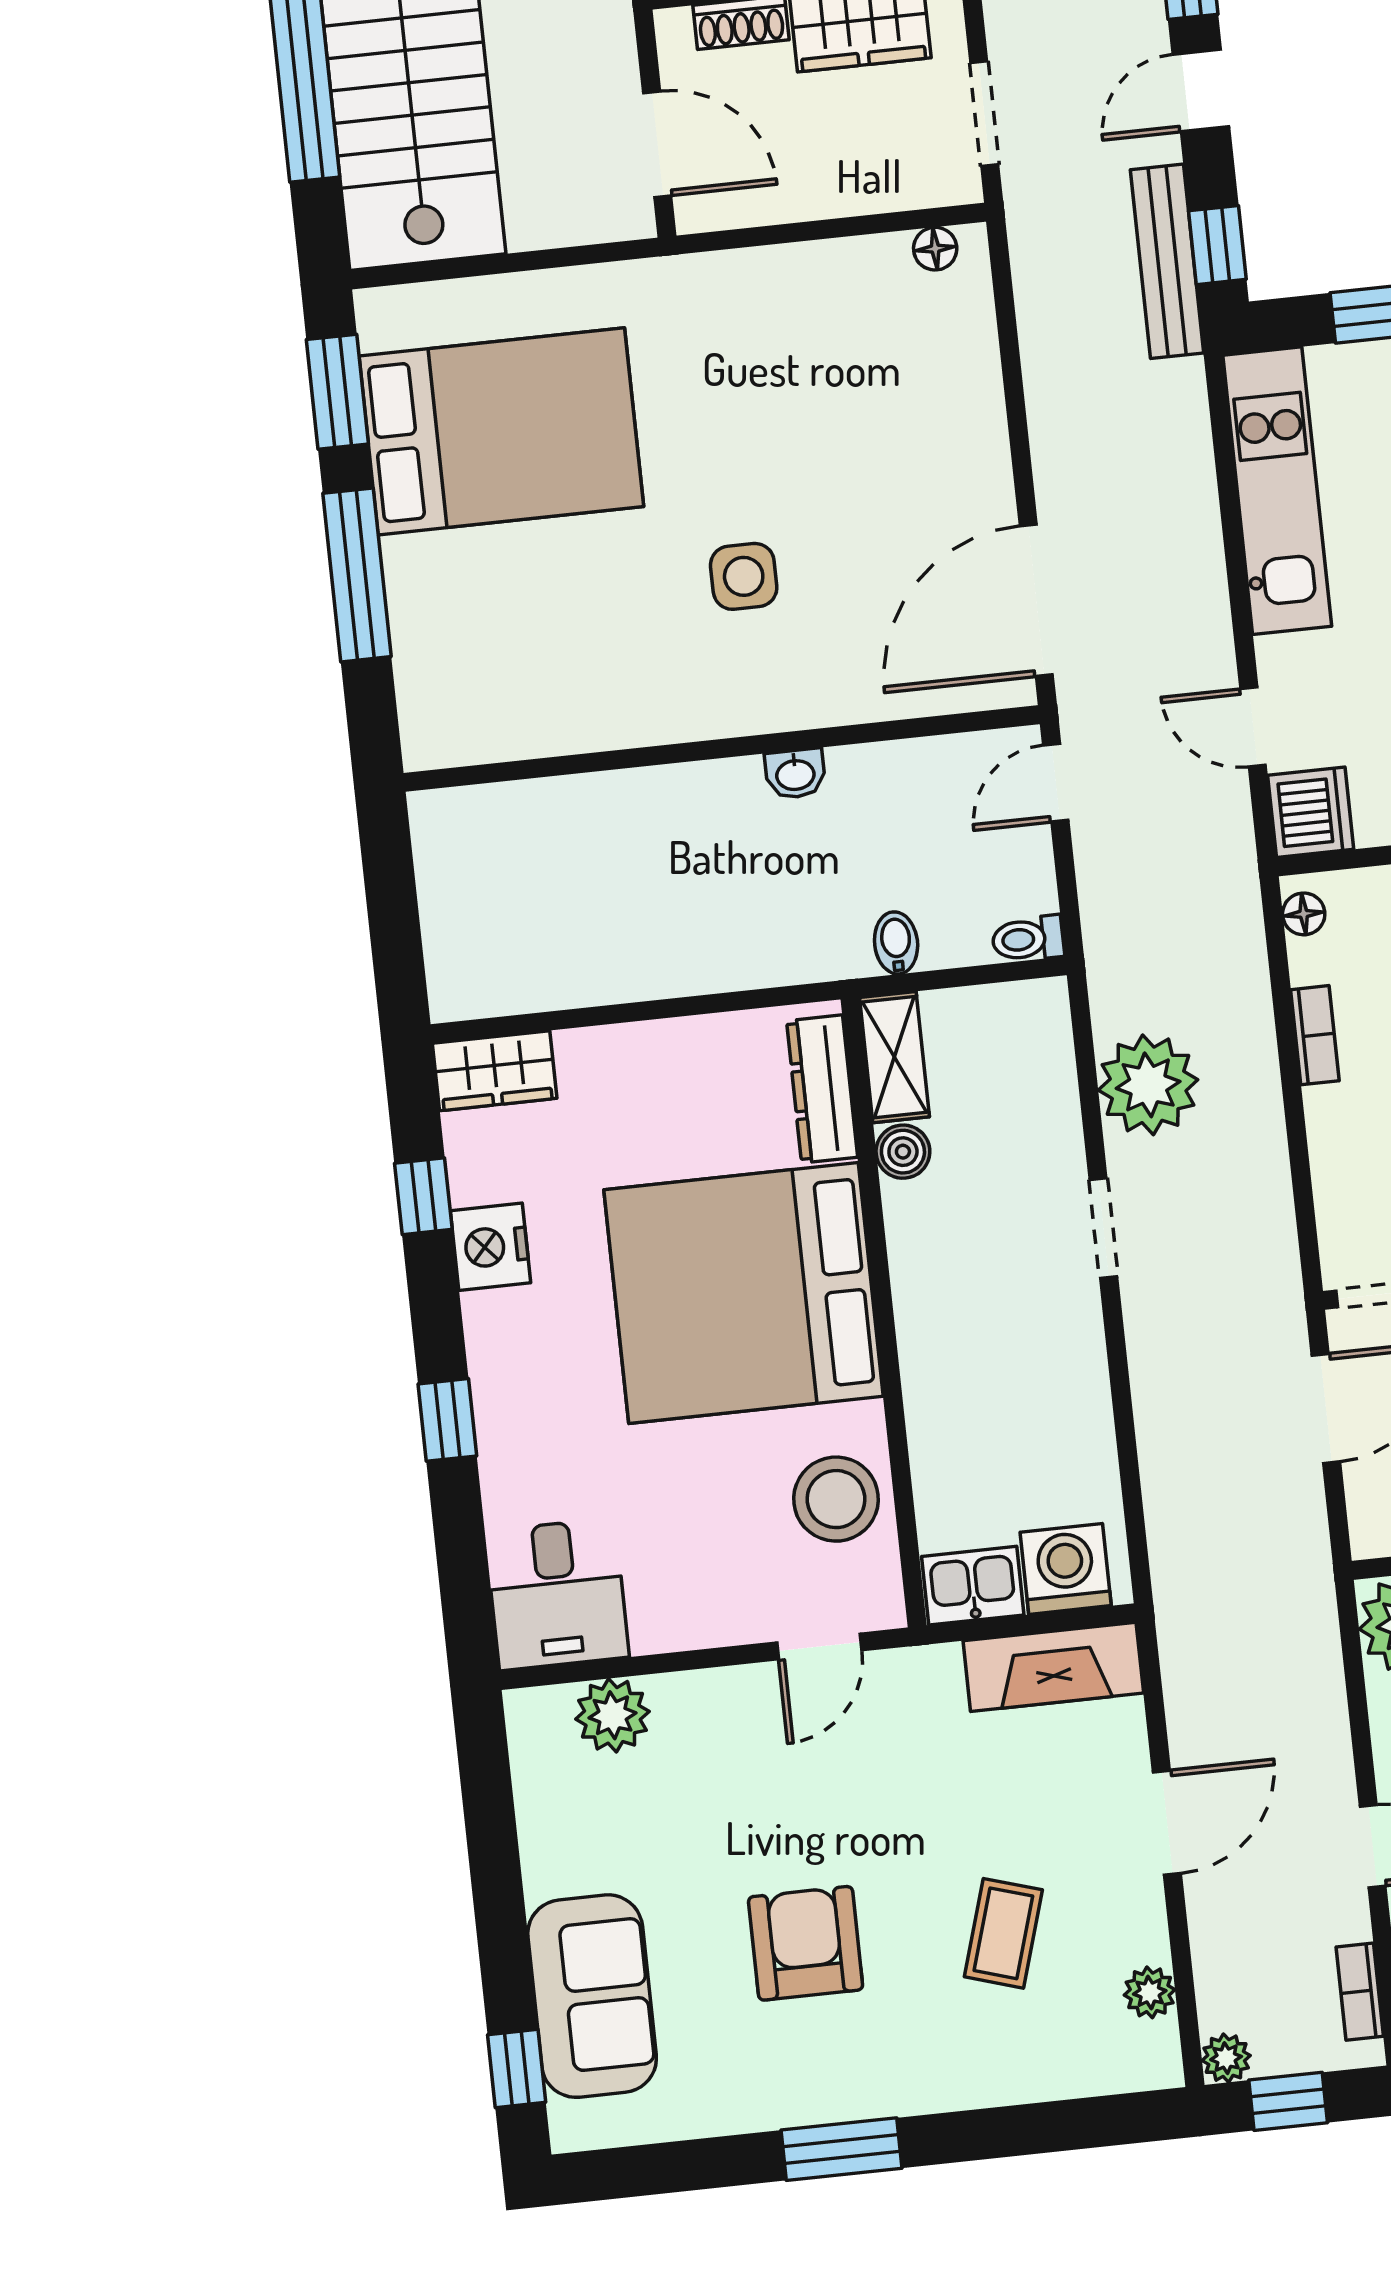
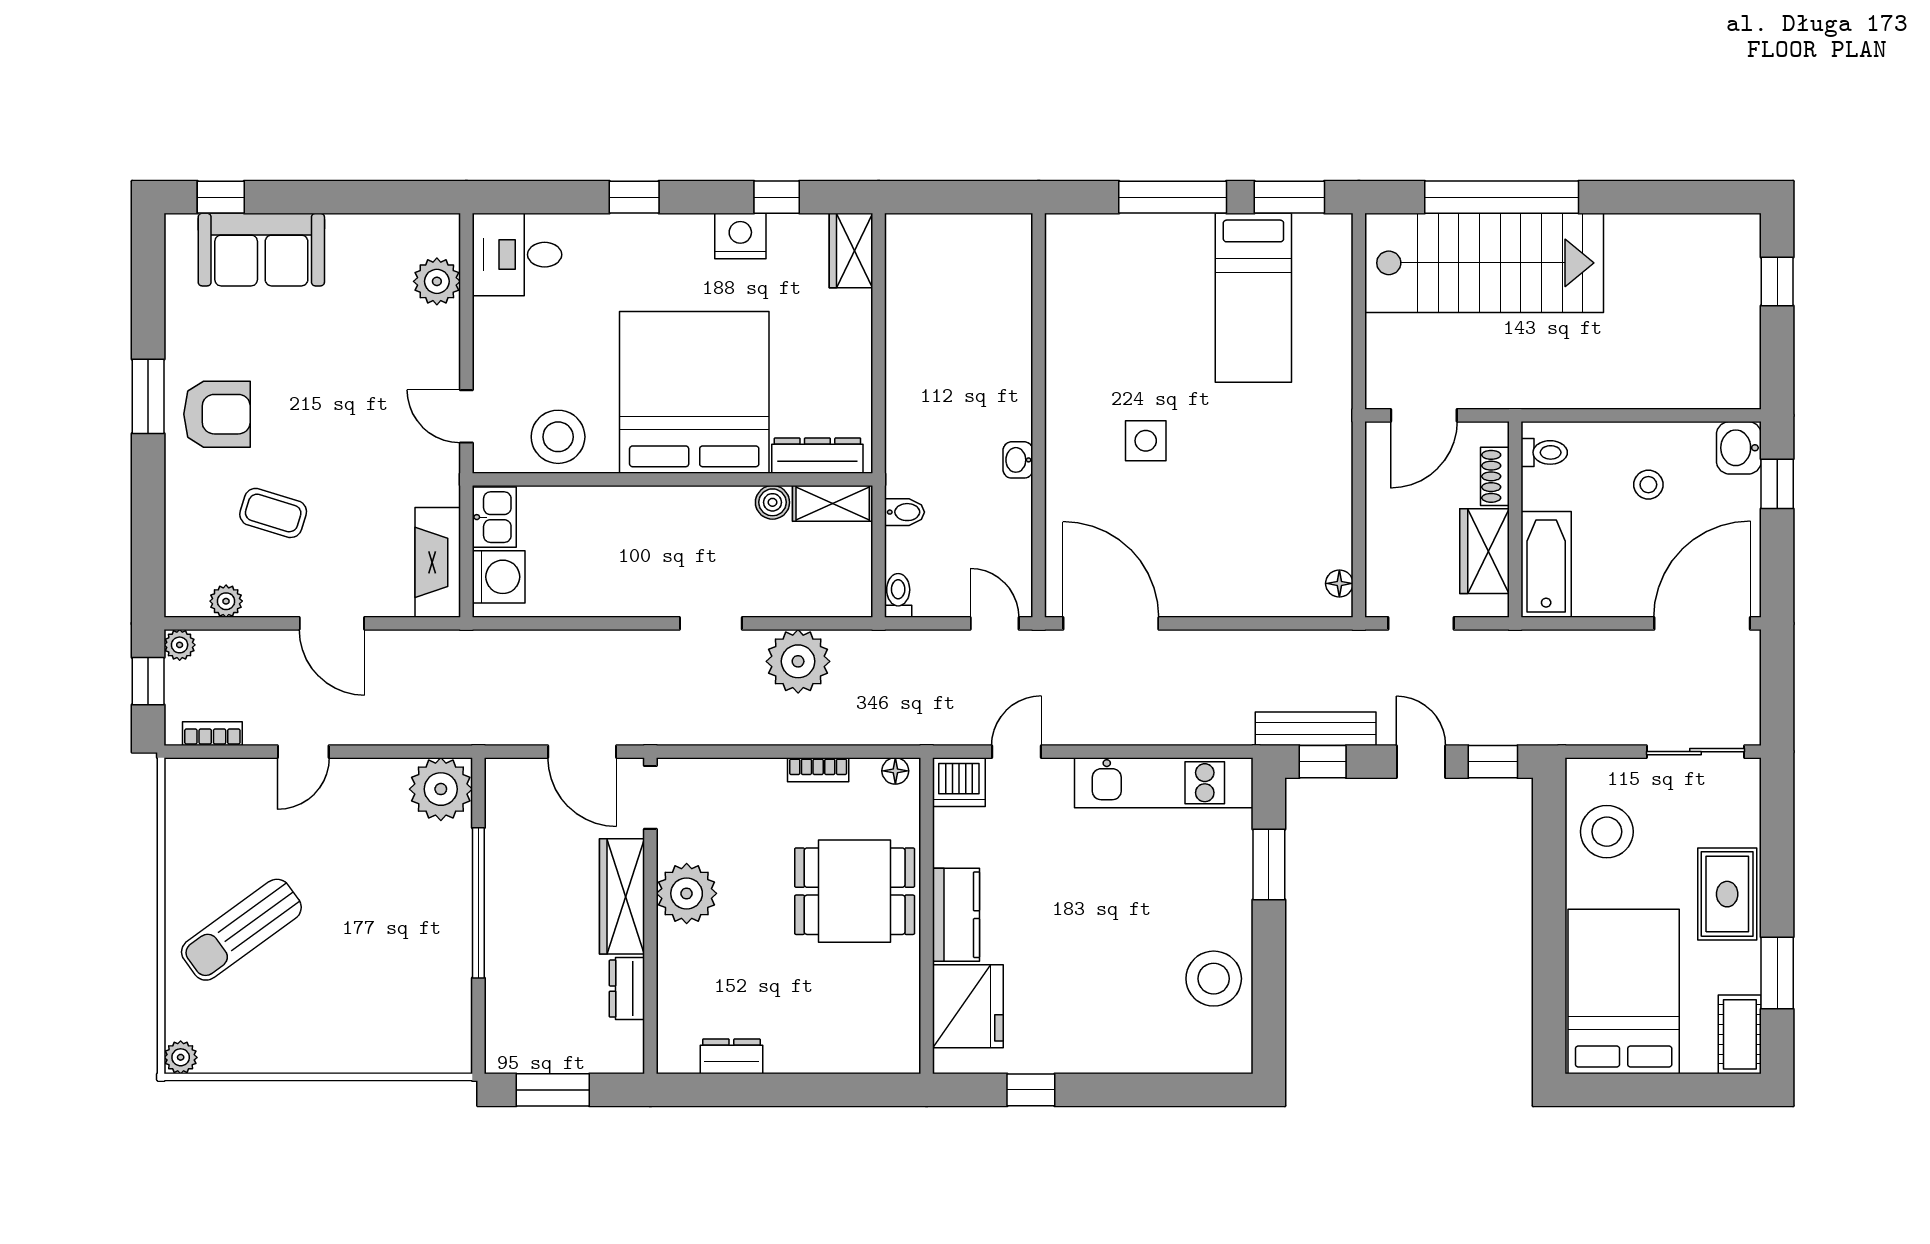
bed: (501, 431) -> (1253, 298), width x0.67
armchair: (806, 1943) -> (217, 414), moved

